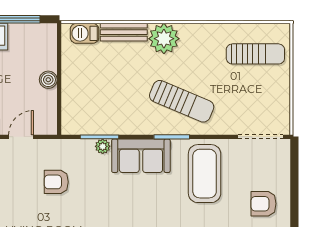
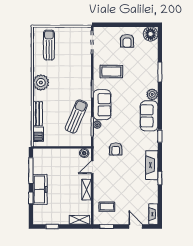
plant: (164, 39) -> (41, 83), moved
boiler: (48, 80) -> (84, 153), moved
sun lounger: (182, 101) -> (76, 116), moved
door: (21, 137) -> (92, 167), hinge flipped
coffee table: (205, 174) -> (111, 72), width x0.73, depth x0.76

